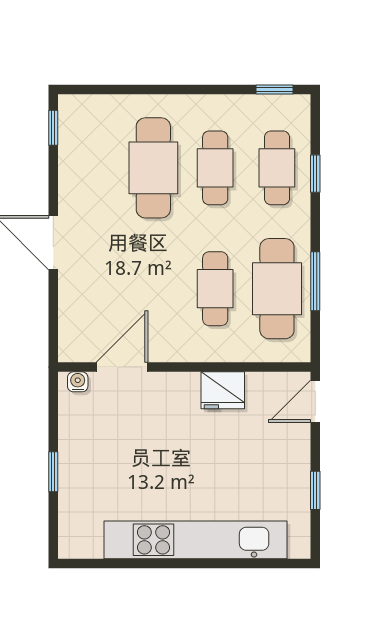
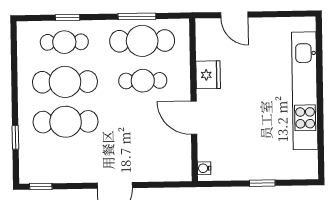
window: (274, 90) -> (15, 137), moved
cafe table: (215, 168) -> (65, 82), width x1.37, depth x1.35
door: (122, 367) -> (194, 118), moved
door: (315, 401) -> (234, 15), moved
window: (315, 490) -> (272, 14), removed

